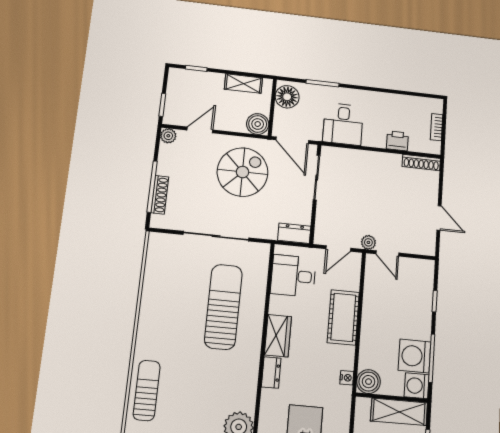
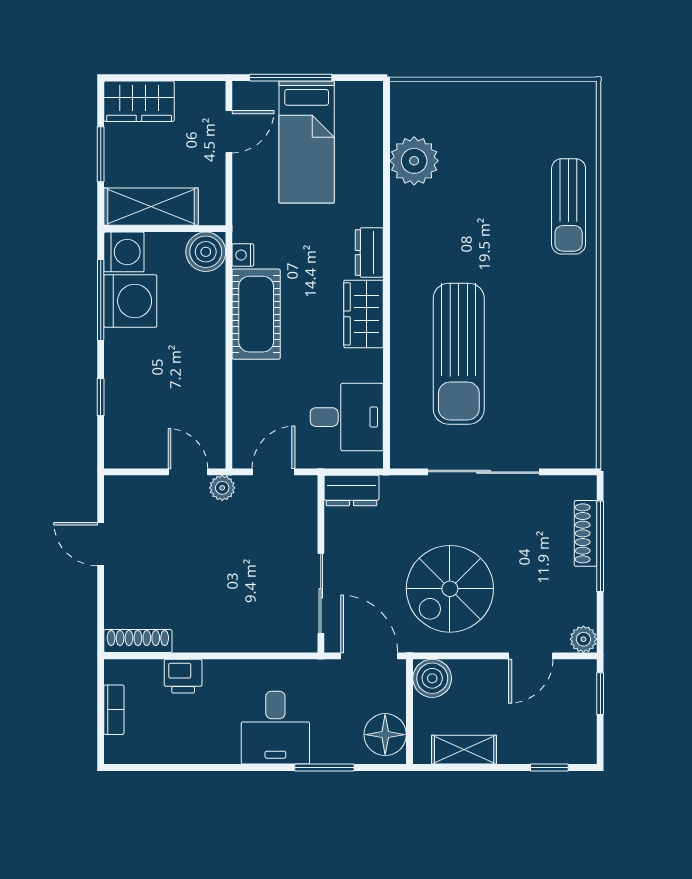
desk: (343, 124) -> (275, 728), moved, turned 180
cot: (343, 317) -> (256, 314), moved

